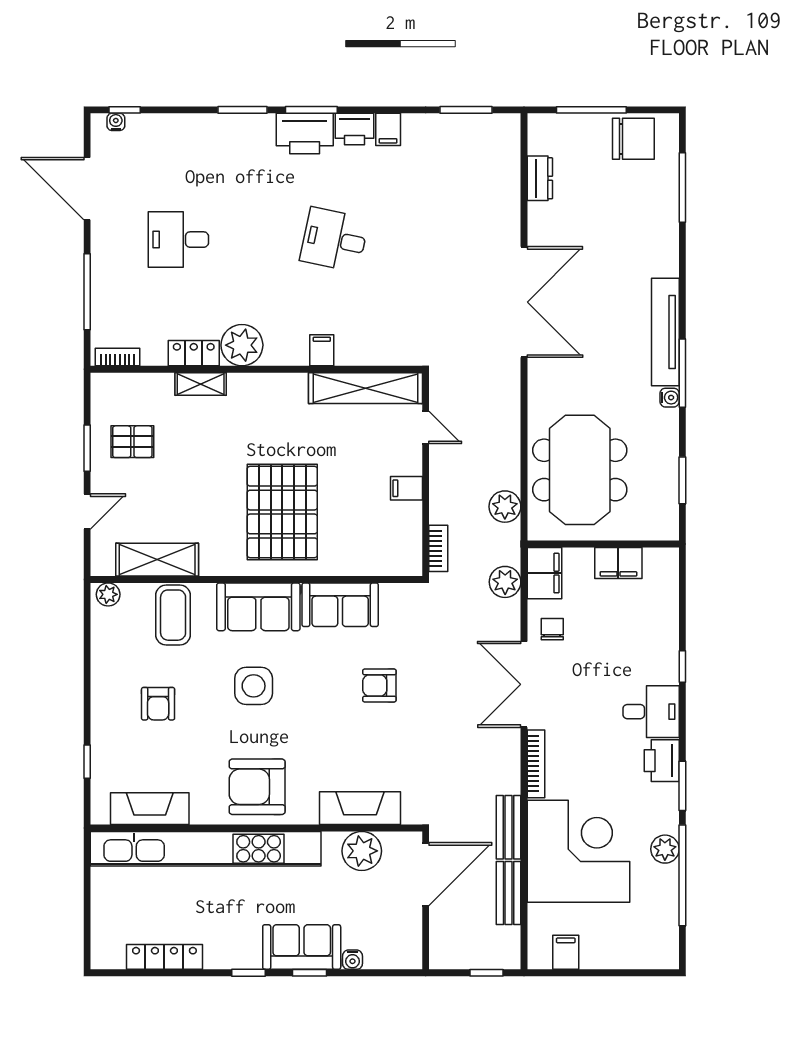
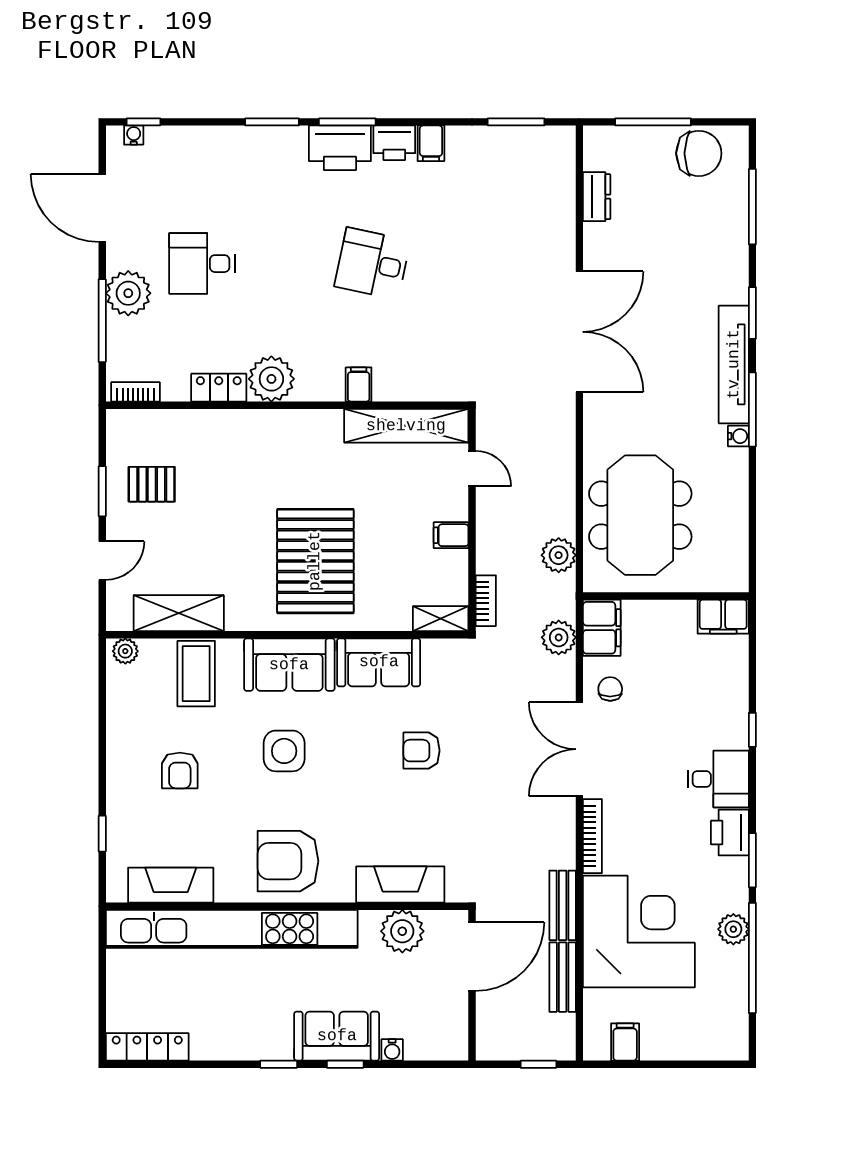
plant: (111, 267) -> (128, 293), added
shelving: (201, 384) -> (441, 619), moved
window: (682, 480) -> (752, 313), moved
filing cabinet: (618, 563) -> (723, 617), moved
locker: (164, 957) -> (147, 1047), moved

